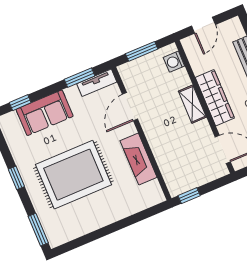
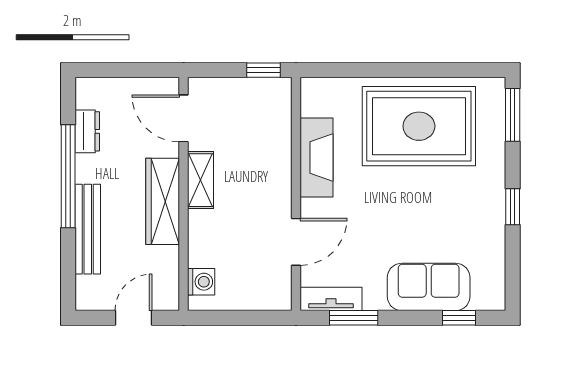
window: (142, 51) -> (243, 318), removed
shelving: (192, 104) -> (201, 180), moved
rug: (73, 175) -> (419, 126), moved

